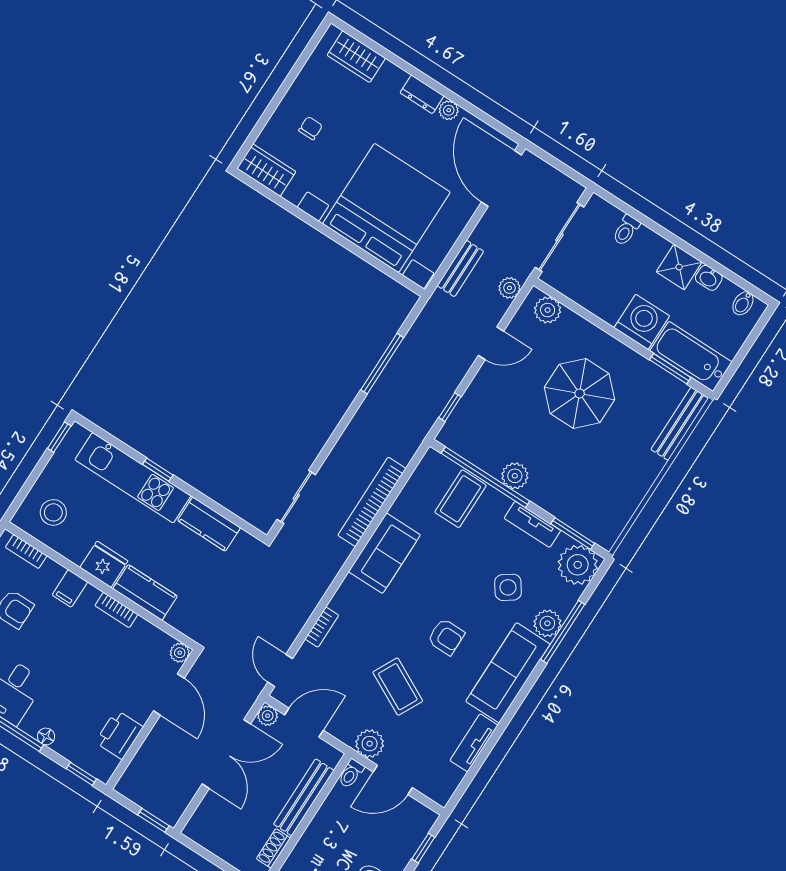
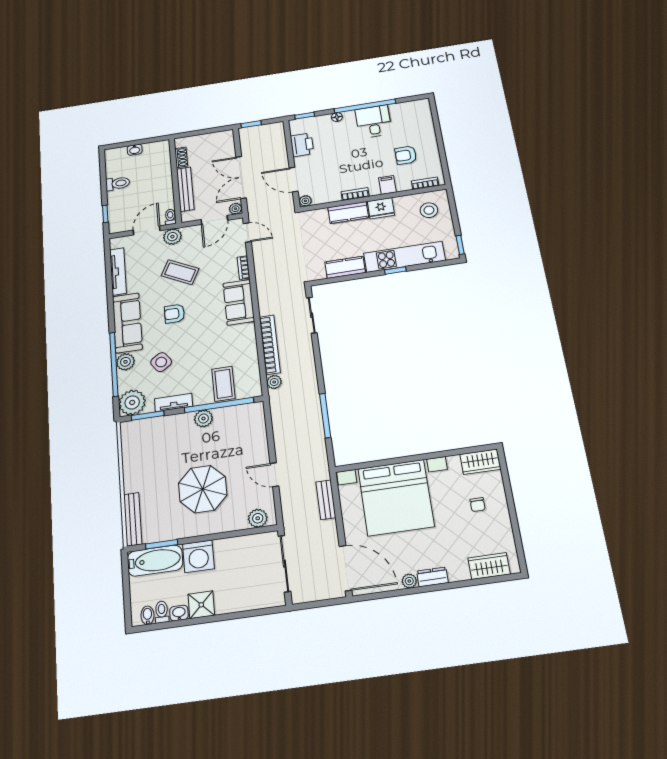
toilet: (626, 230) -> (162, 612), moved
plant: (509, 288) -> (274, 382), moved
door: (491, 343) -> (274, 475), hinge flipped
window: (450, 407) -> (269, 424), removed
sofa: (384, 553) -> (239, 302), moved
window: (563, 632) -> (114, 364), width x1.46
tv unit: (474, 743) -> (118, 271), width x1.41

